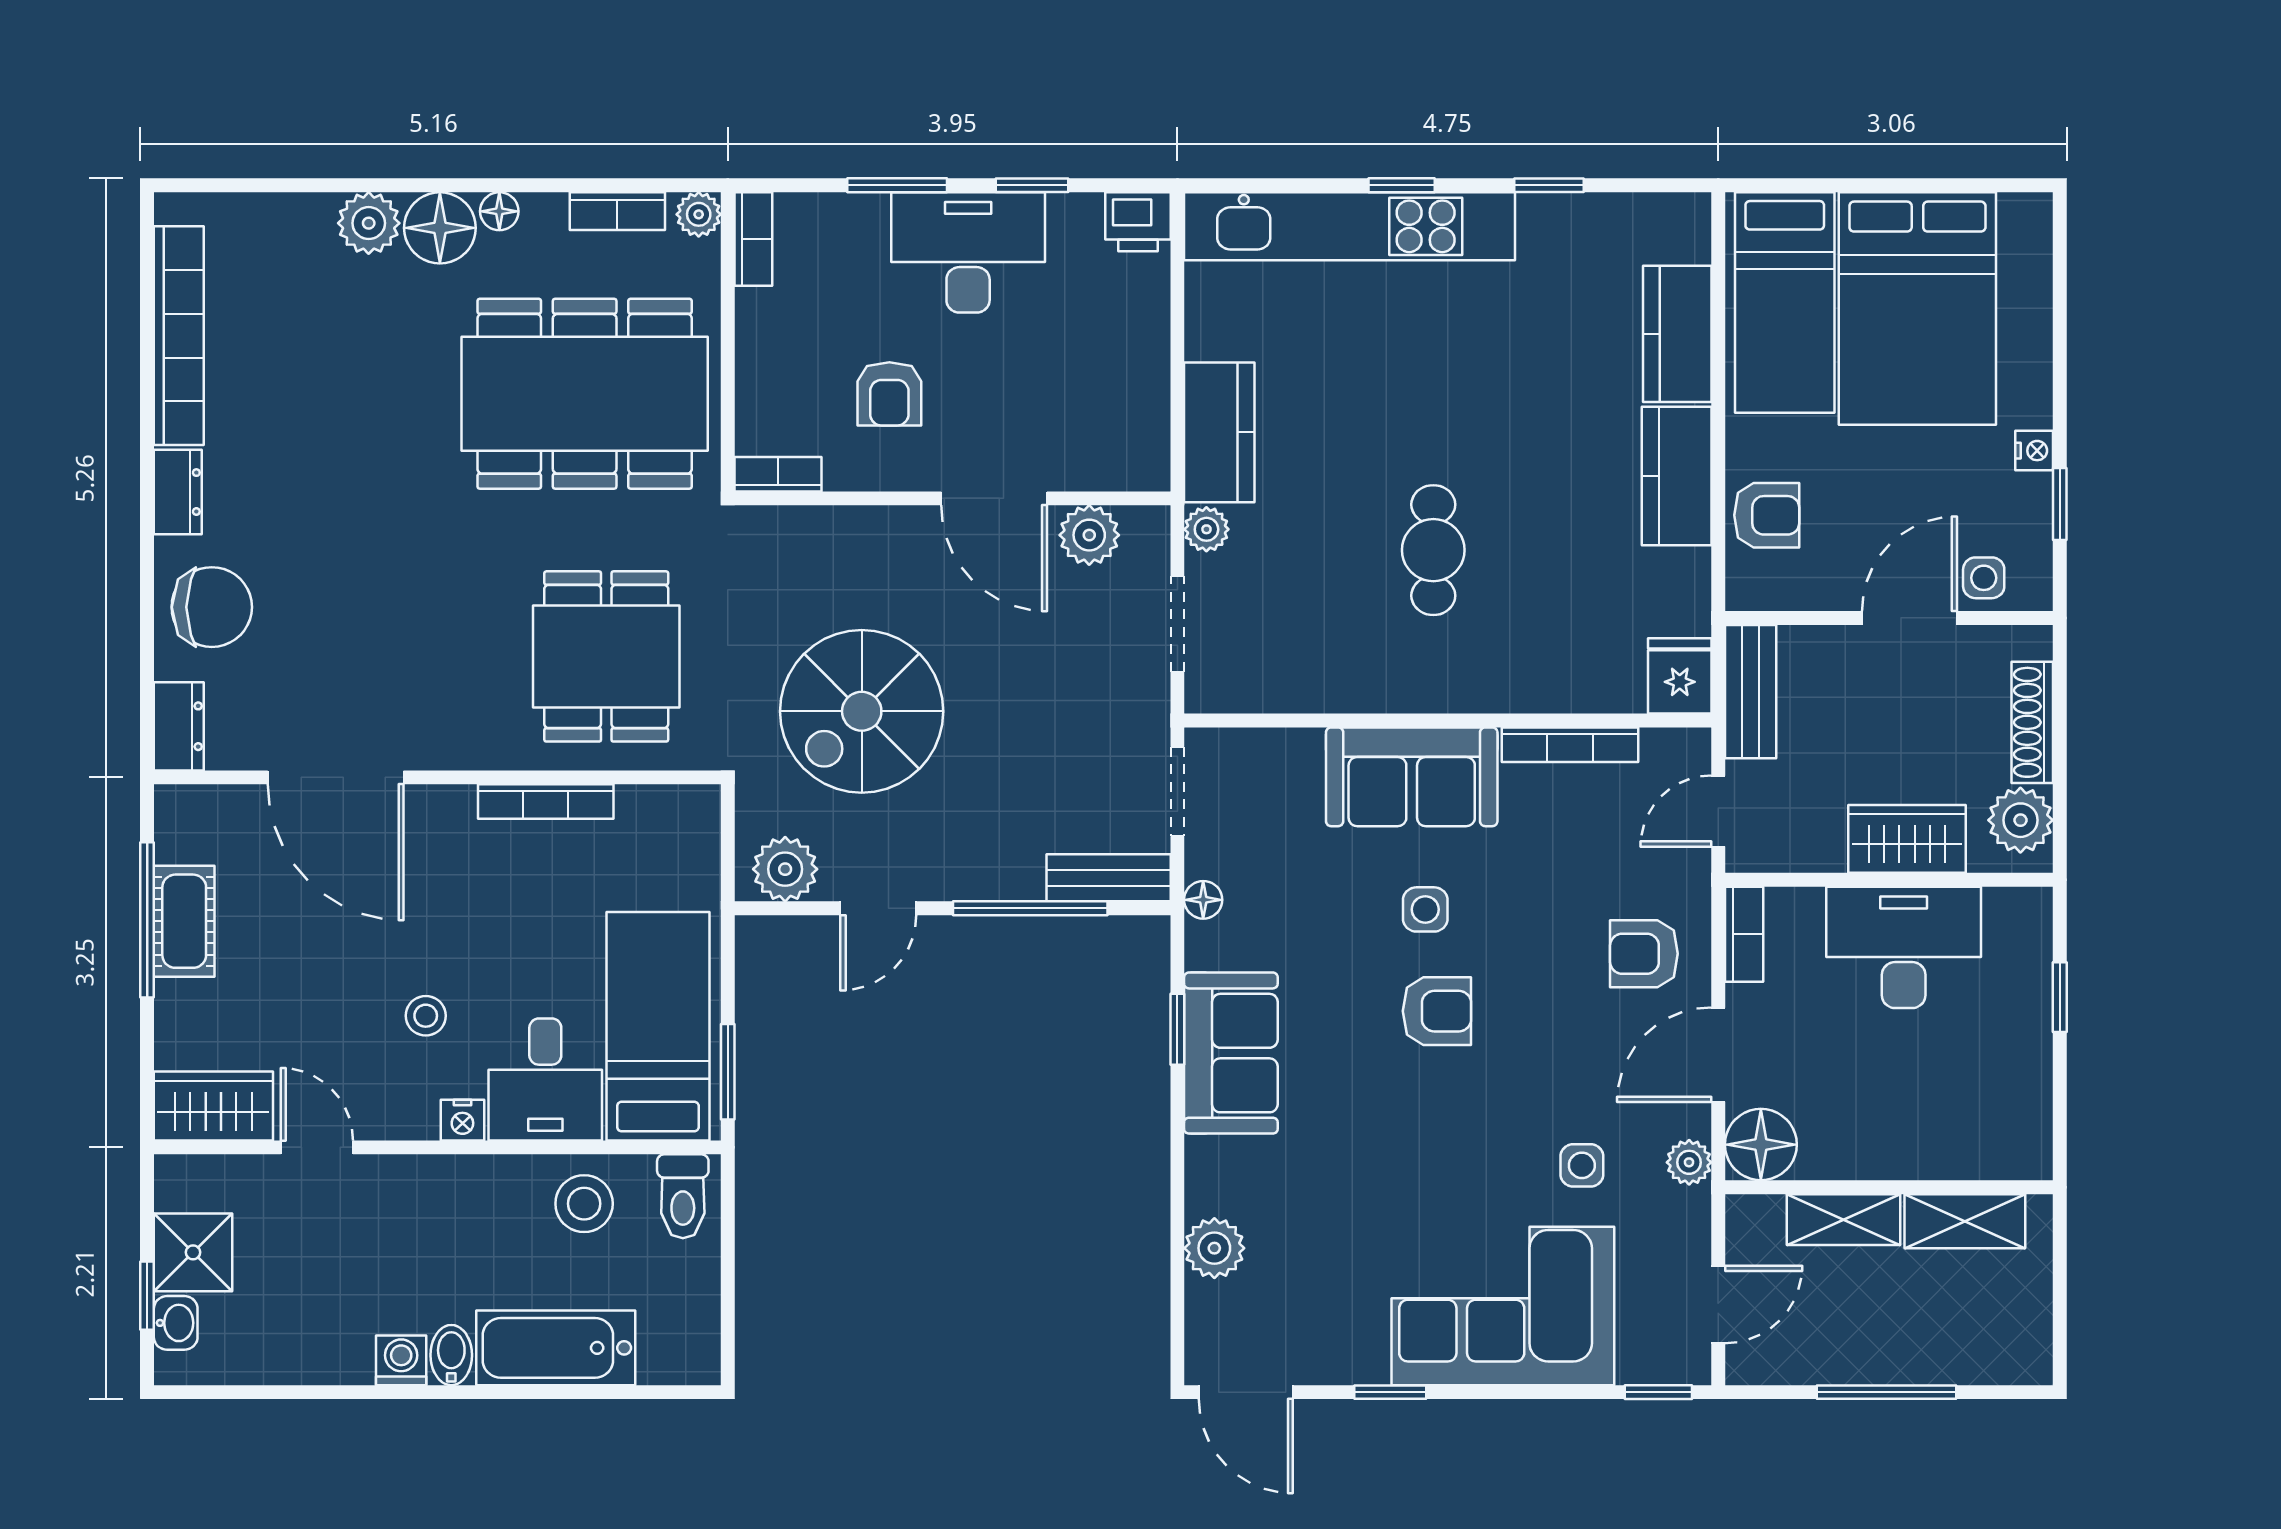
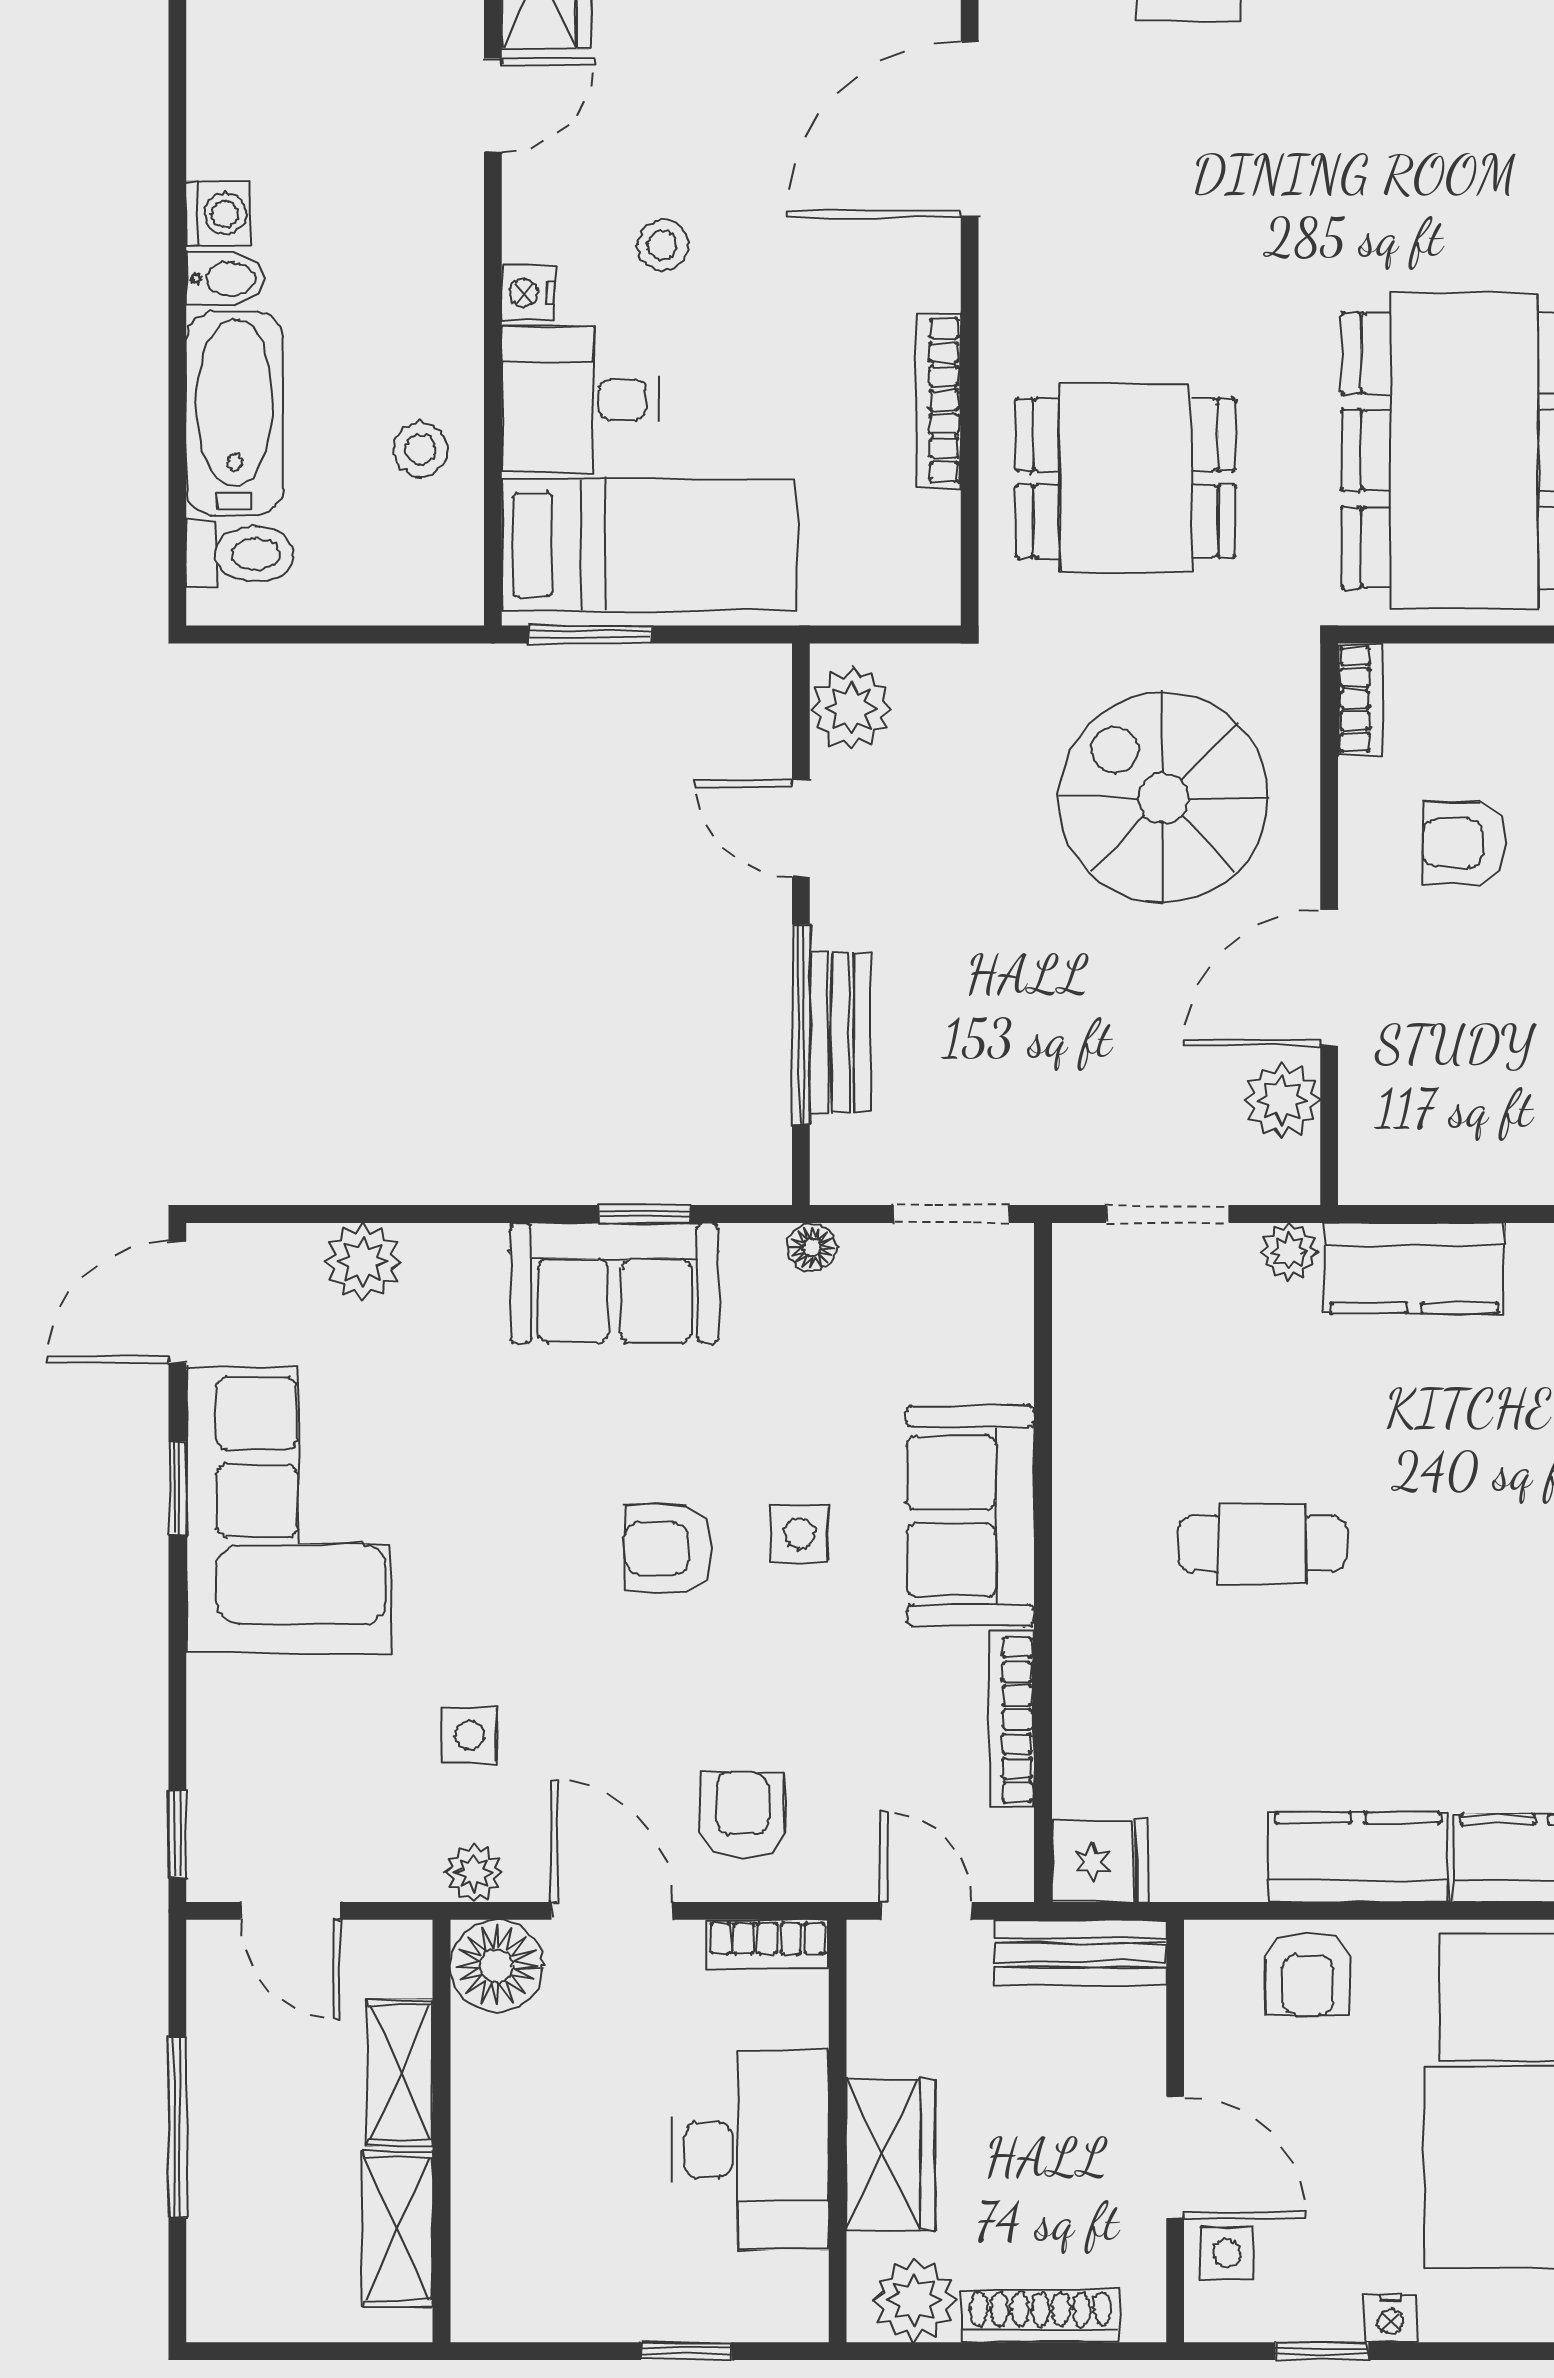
spiral stairs: (862, 711) -> (1163, 798), moved
bench: (1109, 878) -> (840, 1033), moved
armchair: (1437, 1011) -> (668, 1549), turned 90
toilet: (683, 1196) -> (240, 554), moved, turned 180
stool: (584, 1204) -> (420, 449), width x0.73, depth x0.73
corner sofa: (1503, 1306) -> (288, 1510), moved

